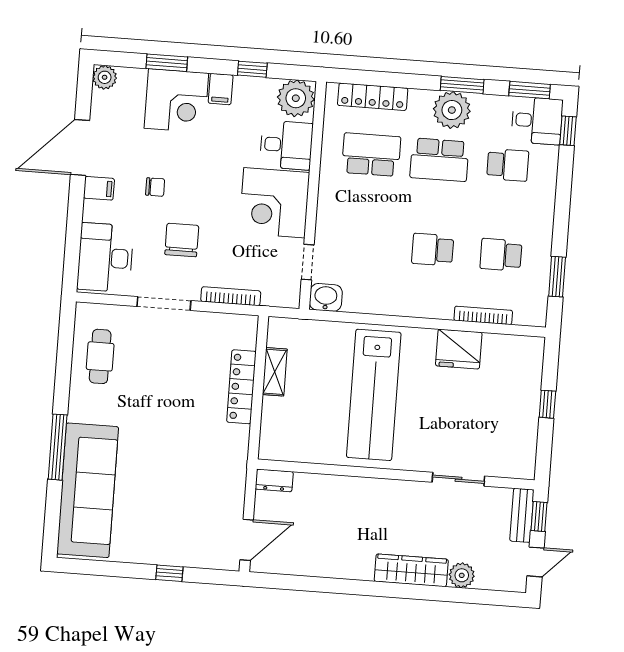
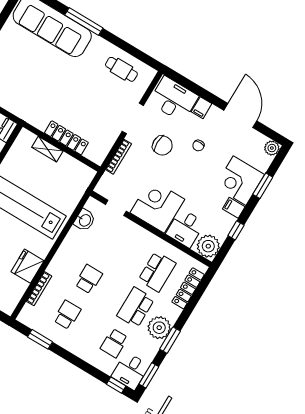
filing cabinet: (99, 188) -> (202, 108), moved
washbasin: (326, 297) -> (85, 220), moved
shelving: (275, 372) -> (47, 149), moved

